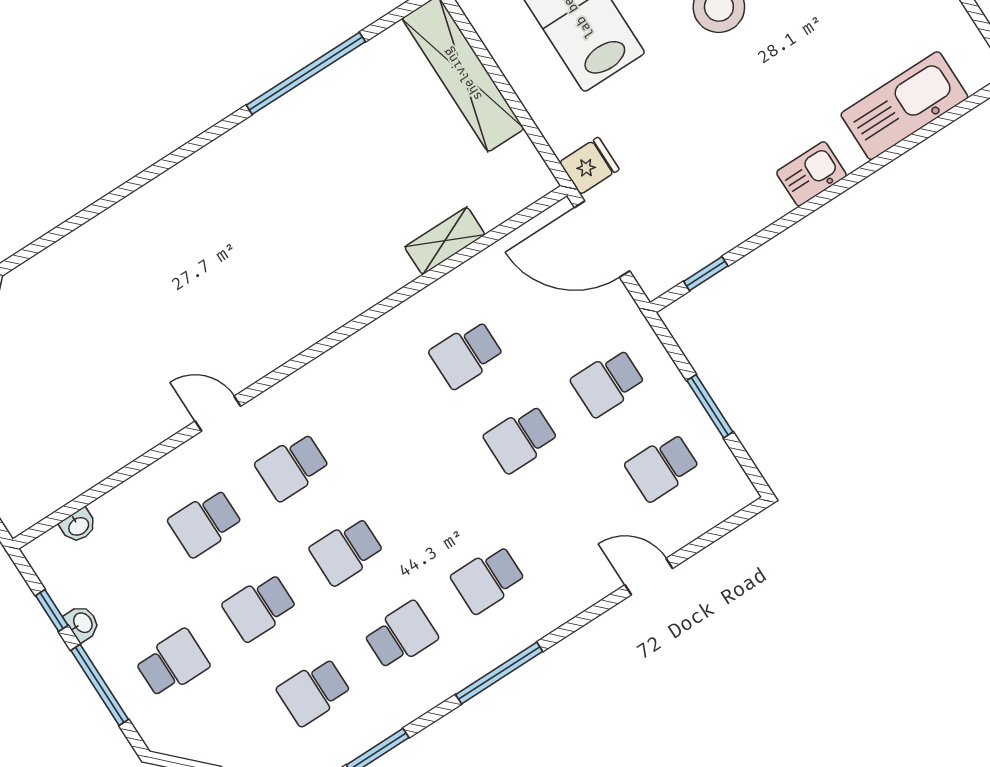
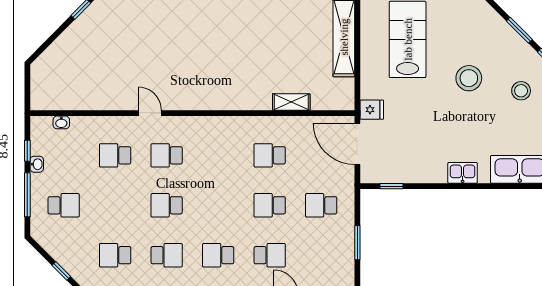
school desk: (662, 467) -> (270, 255), moved, turned 180
school desk: (260, 607) -> (115, 205), removed

